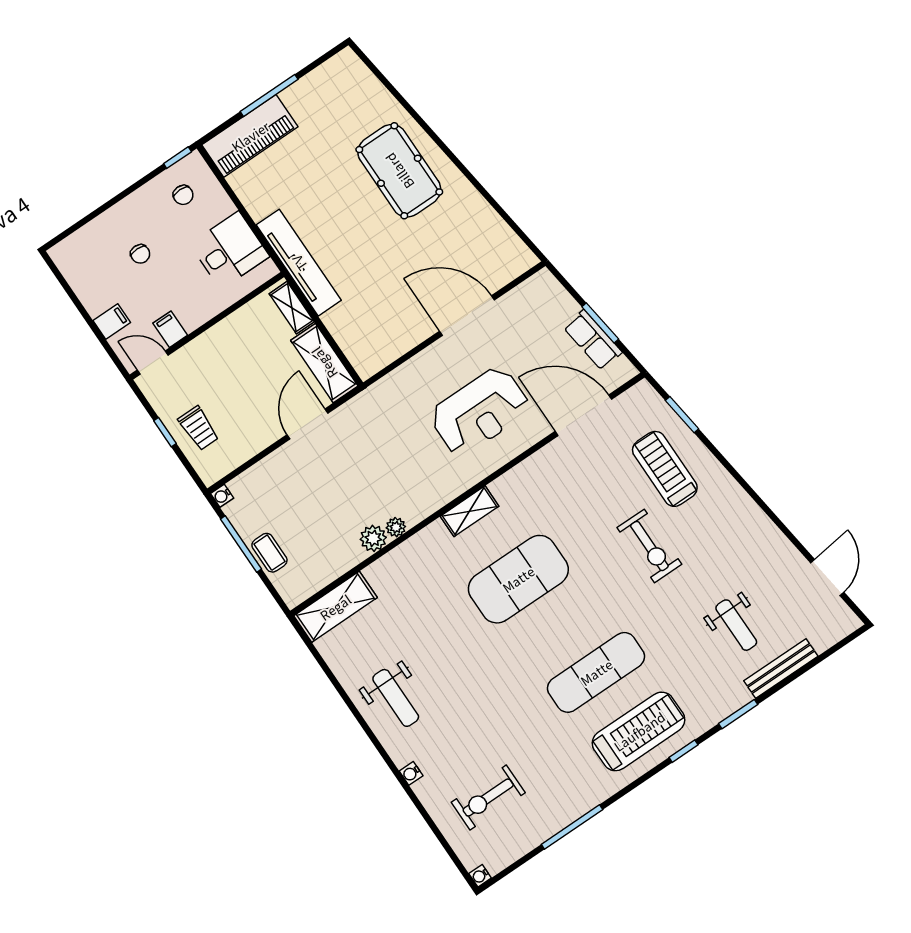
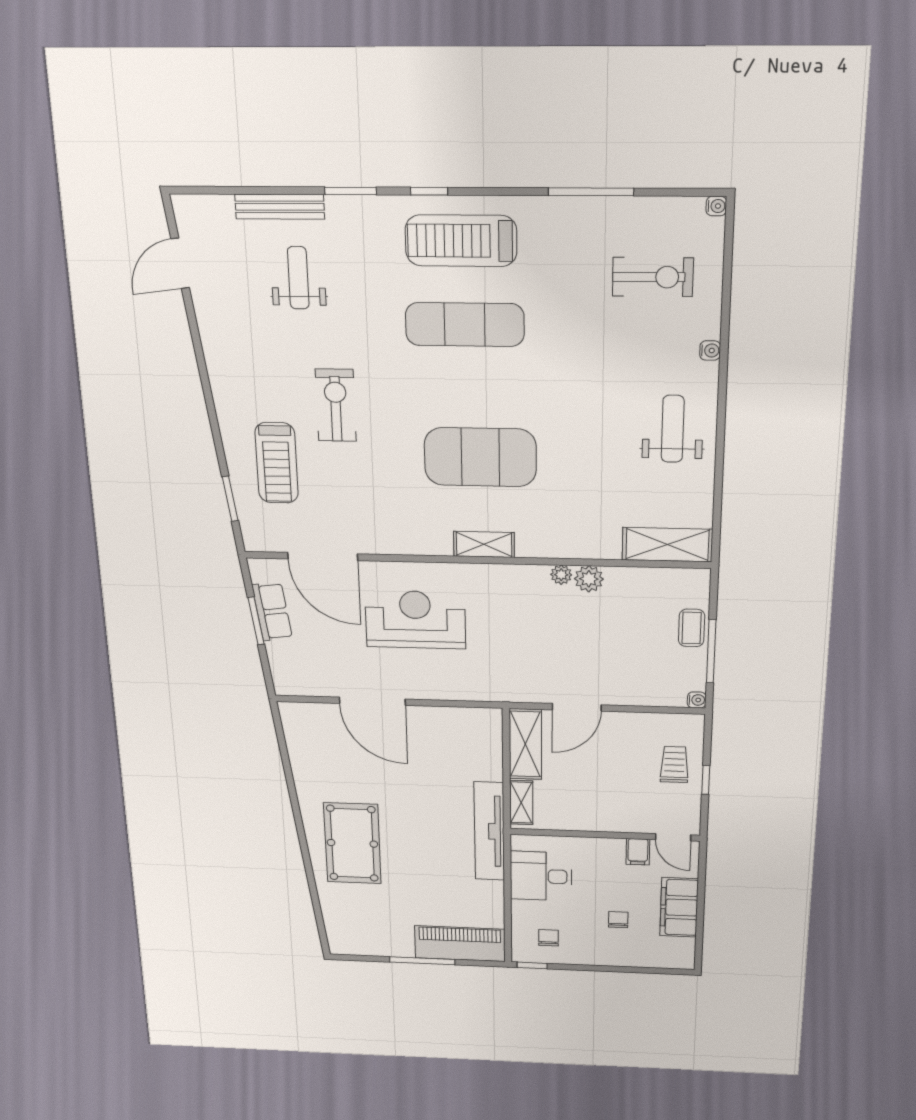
filing cabinet: (112, 321) -> (679, 907), width x3.00, depth x1.17

